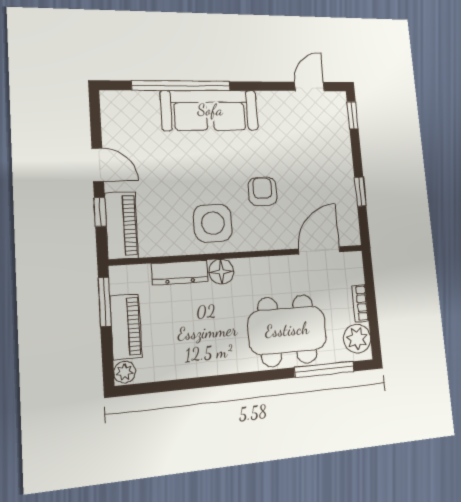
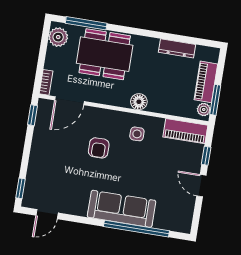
window: (360, 192) -> (32, 115), moved
side table: (213, 223) -> (137, 134), width x0.54, depth x0.54
piano: (121, 225) -> (185, 131), moved, turned -90
dresser: (180, 272) -> (177, 48), moved, turned 180
bookcase: (360, 303) -> (46, 82), moved
plant: (125, 372) -> (204, 110), moved

